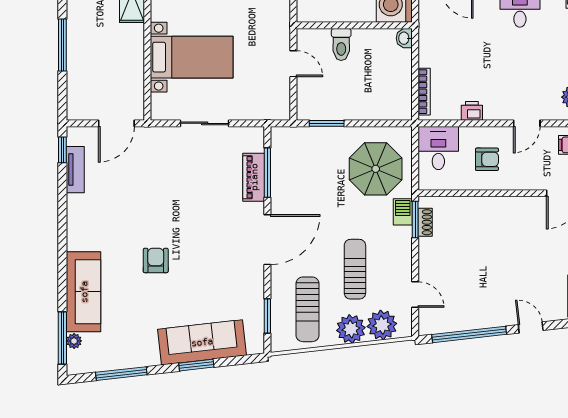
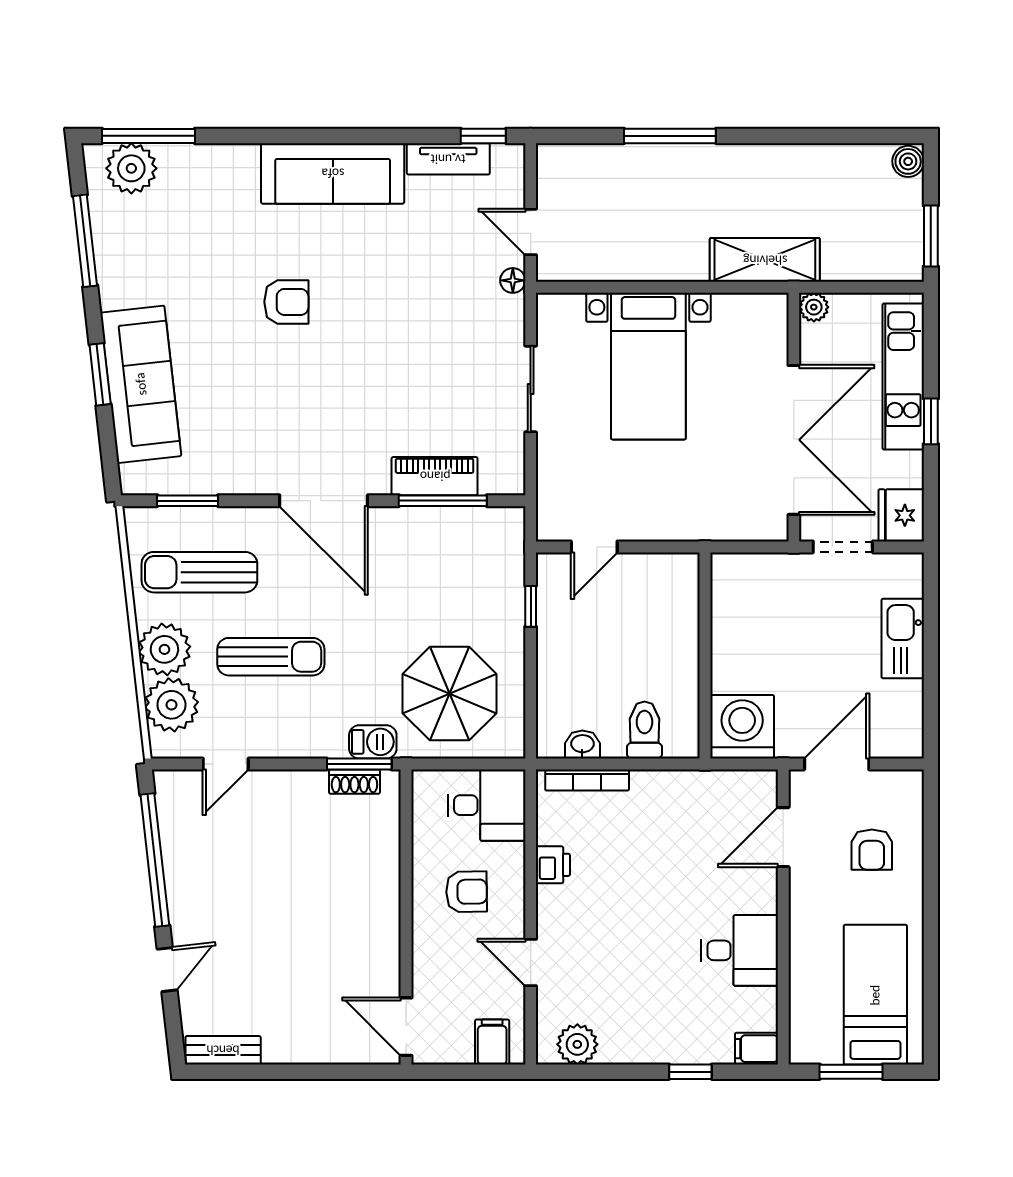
washbasin: (404, 38) -> (582, 745), moved
toilet: (341, 44) -> (644, 730), moved, turned 90
door: (293, 64) -> (594, 547), moved
door: (116, 123) -> (531, 232), width x0.73
window: (327, 123) -> (531, 606), width x0.67
floor lamp: (144, 133) -> (513, 280), added
armchair: (487, 159) -> (467, 892), turned -91
sofa: (84, 292) -> (333, 173), moved
plant: (74, 341) -> (131, 168), width x1.88, depth x1.88

